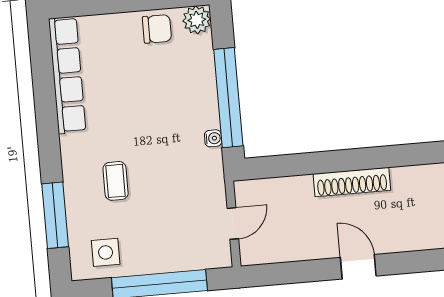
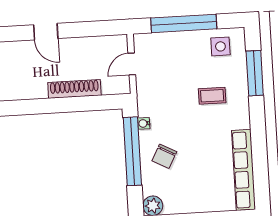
chair: (157, 29) -> (164, 156), moved, turned -62
coffee table: (116, 181) -> (212, 96), turned 90
shoe rack: (352, 182) -> (74, 89), moved

